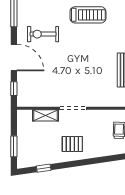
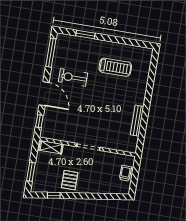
shelving: (46, 115) -> (51, 147), moved
pallet: (72, 144) -> (70, 180), moved, turned 90

